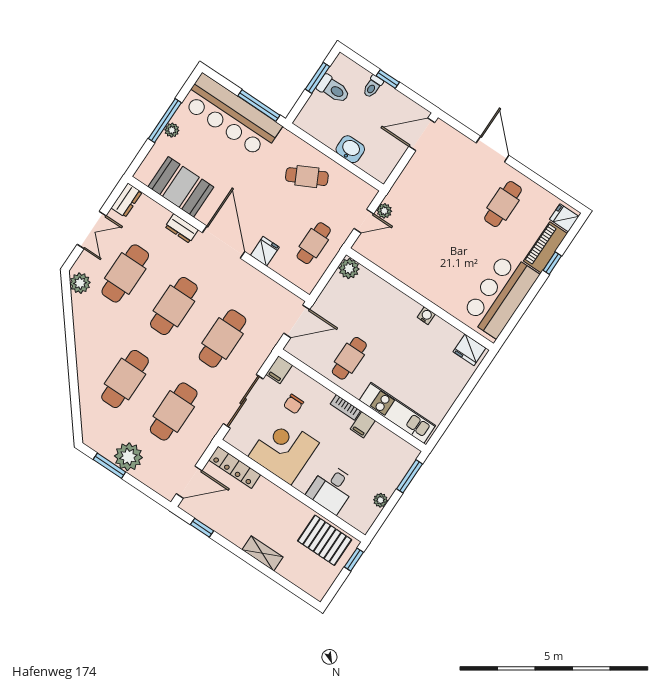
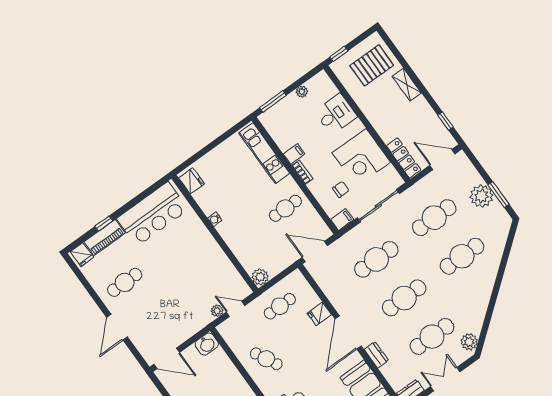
washbasin: (350, 149) -> (207, 344), moved, turned -90
pallet: (325, 540) -> (372, 65), moved, turned 90

